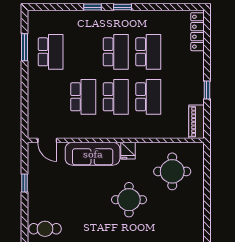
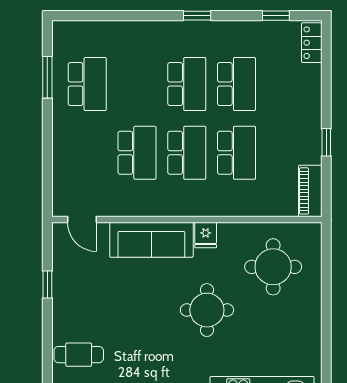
window: (92, 7) -> (276, 16), moved
locker: (197, 32) -> (312, 43), width x0.66

